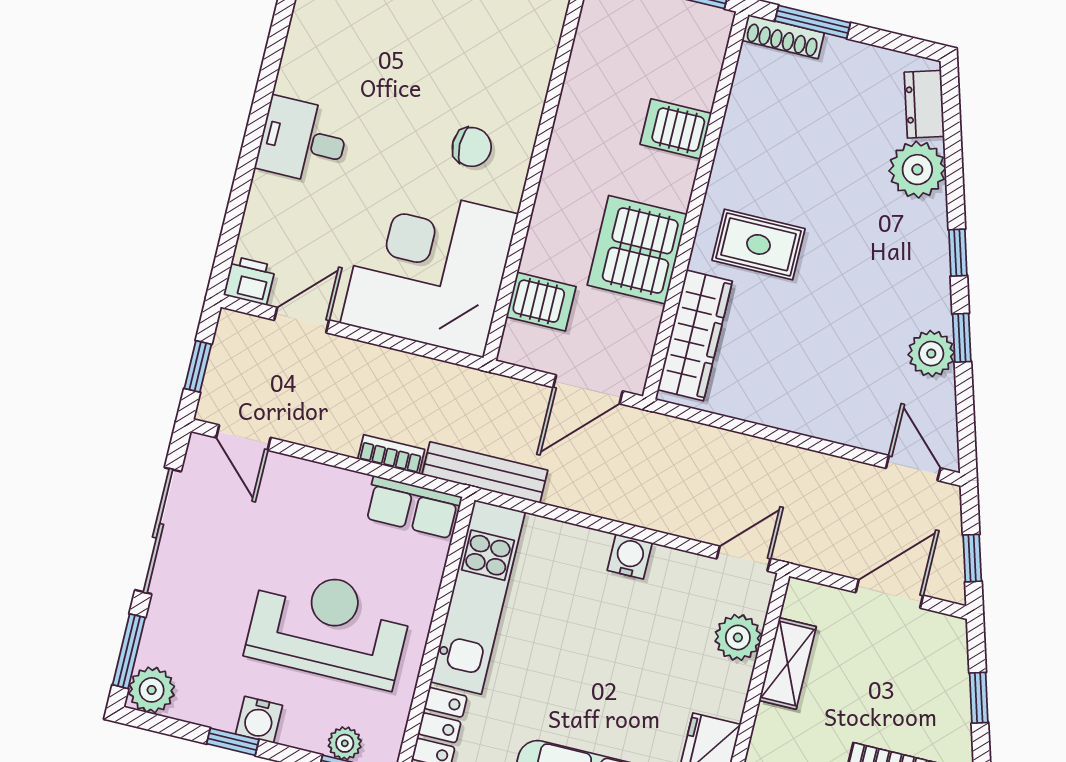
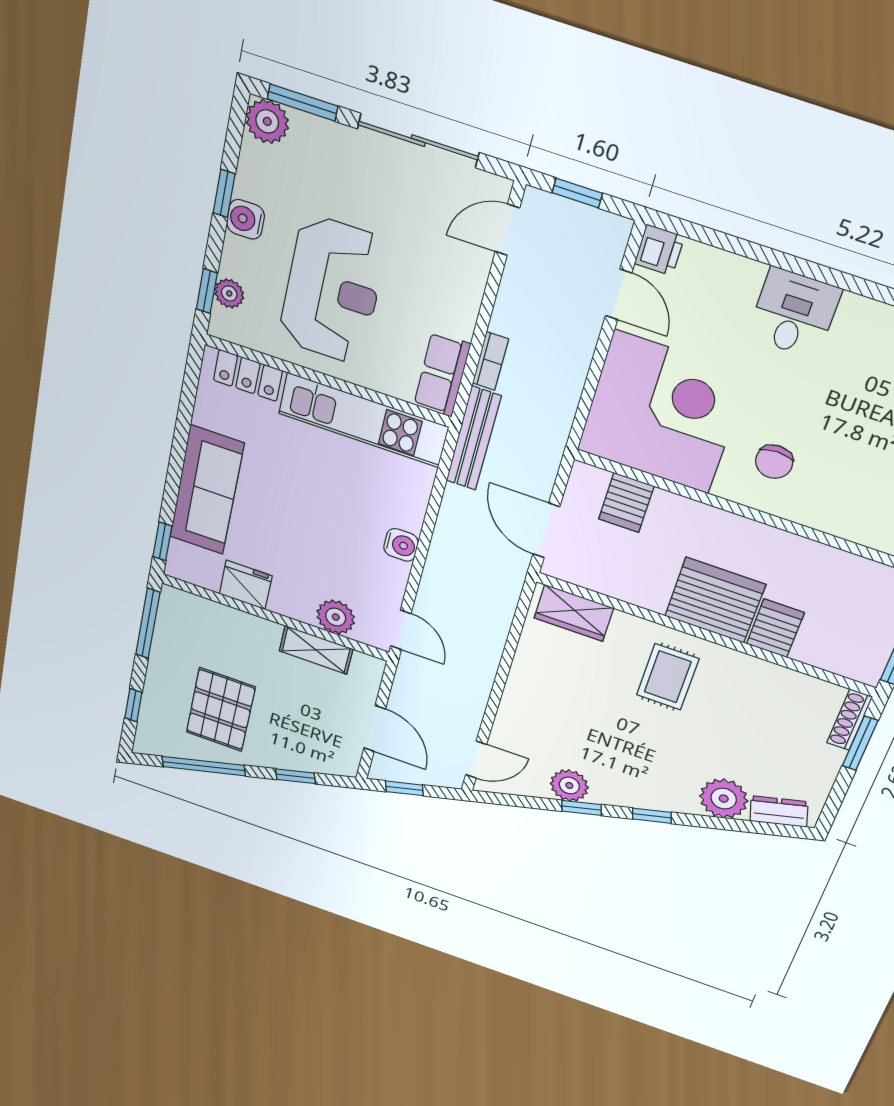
server rack: (637, 250) -> (715, 600), moved
wardrobe: (695, 335) -> (574, 613), width x0.67

